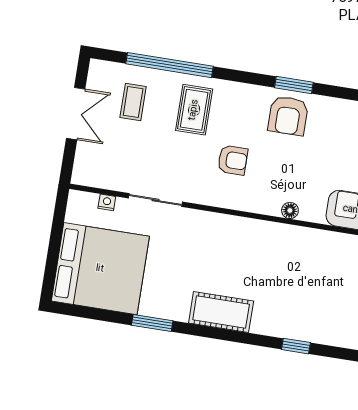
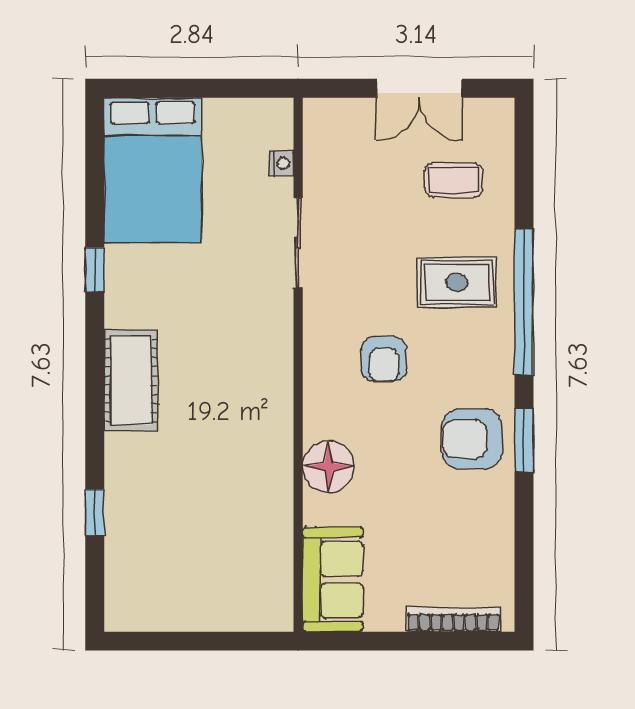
window: (169, 65) -> (524, 302), moved
floor lamp: (290, 210) -> (329, 467), width x1.89, depth x1.89
bed: (100, 269) -> (153, 170), width x0.73
window: (152, 323) -> (95, 270), width x0.67

